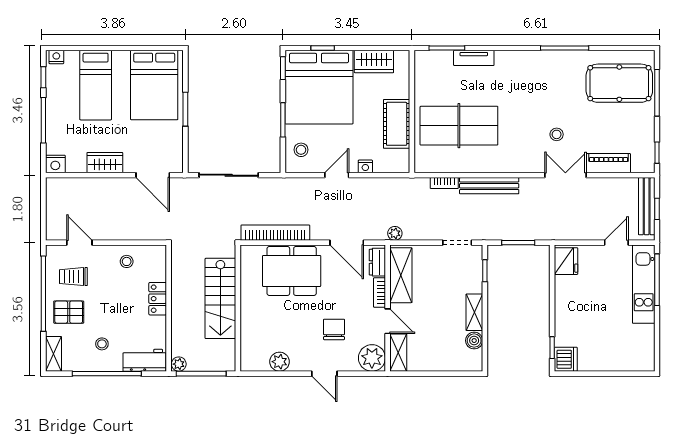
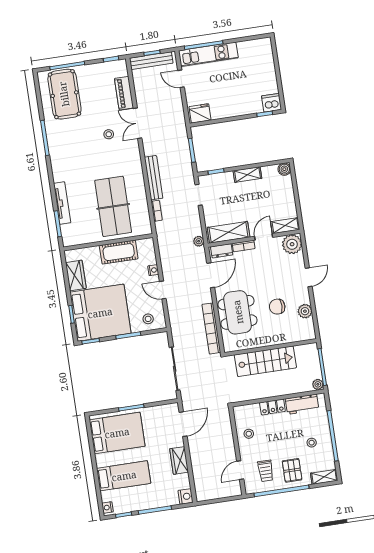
tv unit: (474, 58) -> (62, 203), width x1.41
chair: (334, 329) -> (277, 307), moved
boiler: (474, 341) -> (284, 169), moved
workbench: (144, 360) -> (302, 404), moved, turned -90

